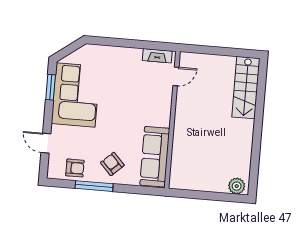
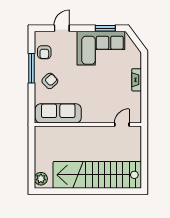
fireplace: (157, 56) -> (137, 80), moved
door: (176, 76) -> (122, 125), swing flipped
stairs: (246, 88) -> (97, 175), width x1.86, depth x1.51

